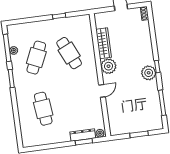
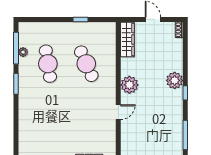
wardrobe: (104, 43) -> (127, 40), moved
cafe table: (36, 58) -> (48, 64), turned -33
plant: (149, 73) -> (175, 80), moved
cafe table: (43, 109) -> (48, 123), removed

